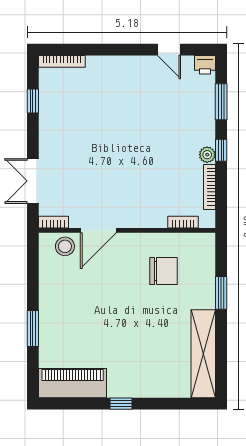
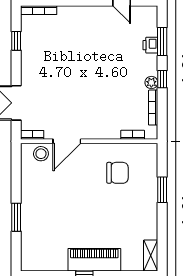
printer: (205, 65) -> (150, 45), moved, turned 90
shelving: (203, 354) -> (151, 256), width x0.45, depth x0.75
piano: (73, 383) -> (94, 260), moved

